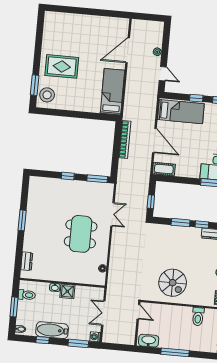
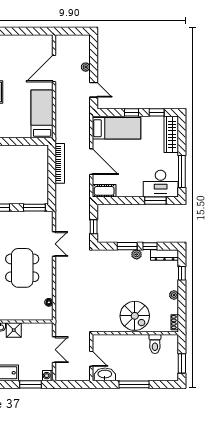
plant: (189, 231) -> (137, 254), added
spiral stairs: (173, 283) -> (135, 316), moved
door: (138, 312) -> (91, 359), moved
double door: (103, 313) -> (54, 350), swing flipped

